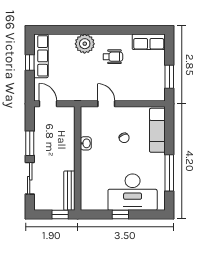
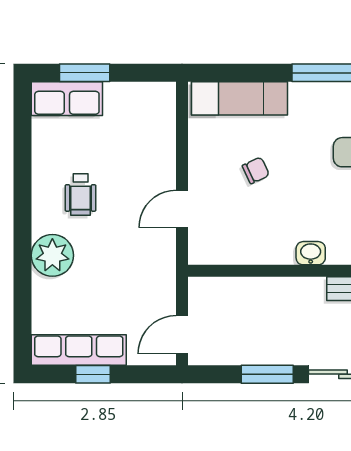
row of seats: (149, 42) -> (67, 99), moved, turned 90
wheelchair: (113, 57) -> (81, 195), turned 180
window: (169, 77) -> (85, 73), moved
washbasin: (86, 143) -> (311, 253), moved

